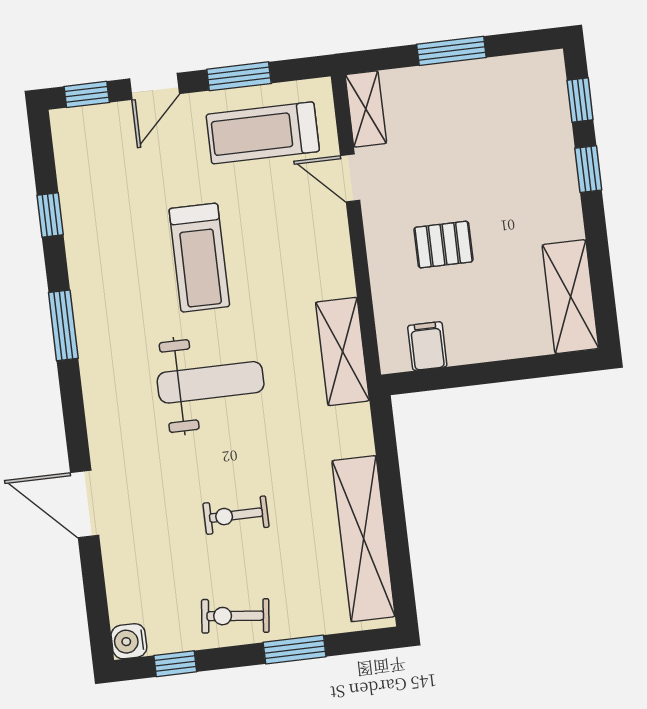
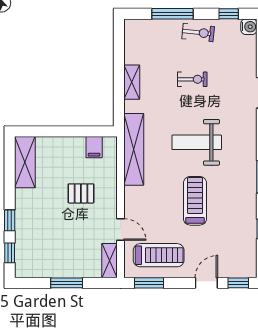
window: (239, 76) -> (149, 283), moved
shelving: (342, 351) -> (134, 149), width x1.47
shelving: (364, 539) -> (132, 82), width x0.45, depth x0.75
window: (295, 649) -> (172, 14), width x1.44

